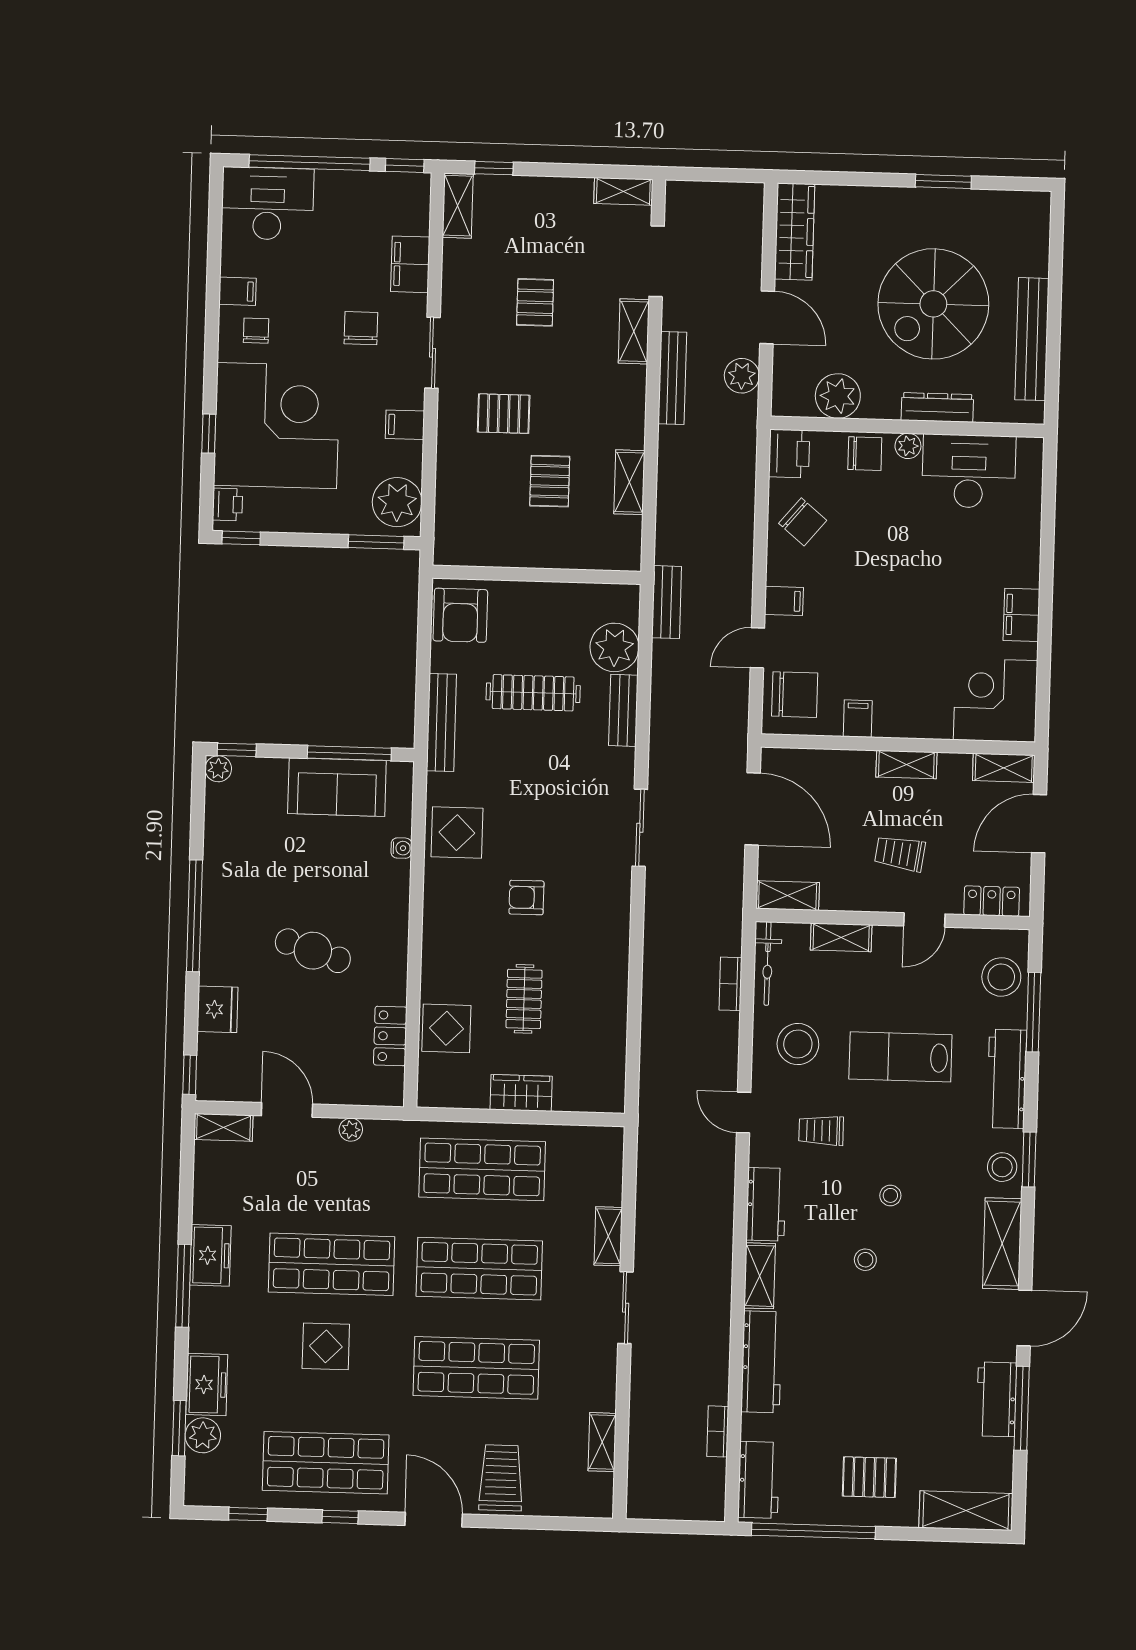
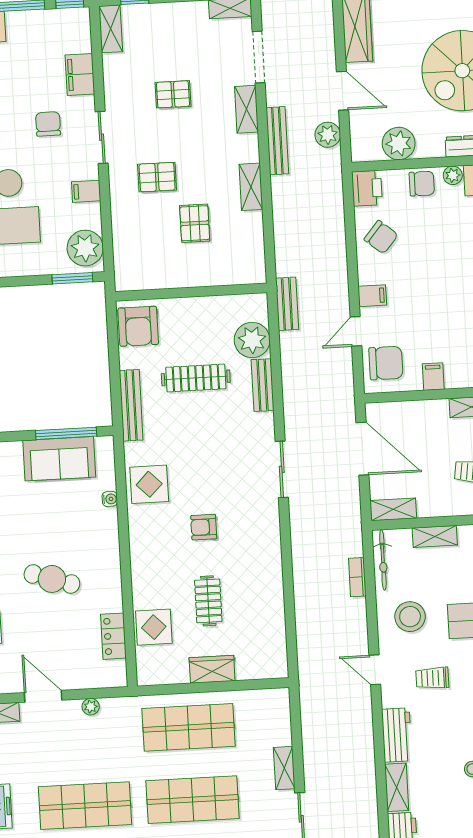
pallet: (535, 302) -> (173, 94), turned 90
shelving: (629, 482) -> (251, 187), moved

